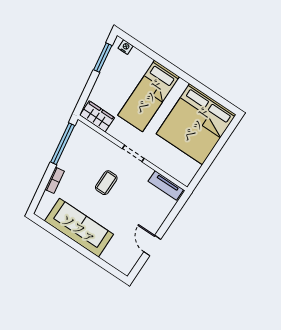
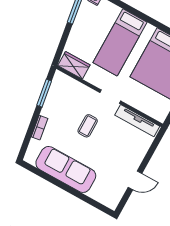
window: (63, 144) -> (44, 93), width x0.69
tv unit: (166, 186) -> (137, 121), width x1.41
door: (152, 246) -> (135, 180), swing flipped

